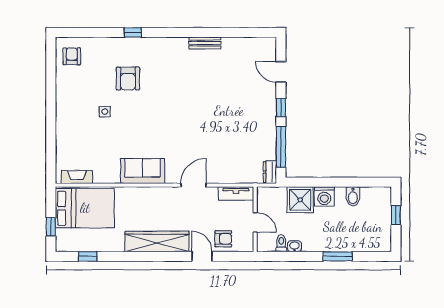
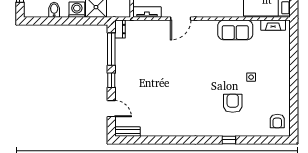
bench: (205, 43) -> (127, 132), moved
sofa: (143, 171) -> (235, 30), moved

